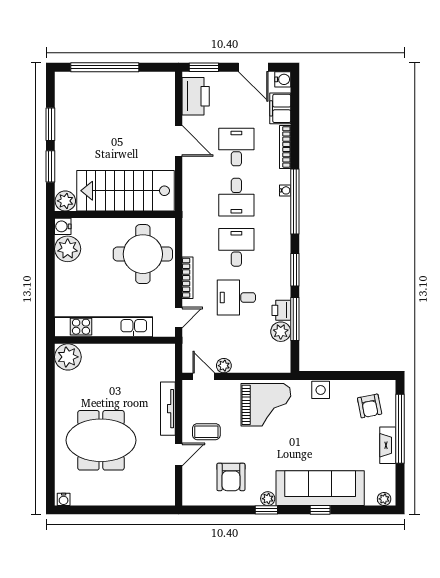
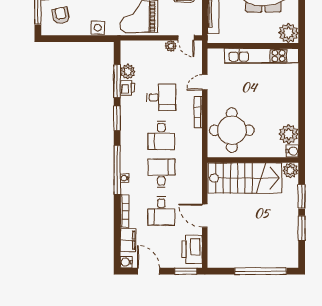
kitchen unit: (103, 327) -> (262, 56), moved
wall: (115, 340) -> (253, 46), moved
plant: (68, 357) -> (288, 33), moved

